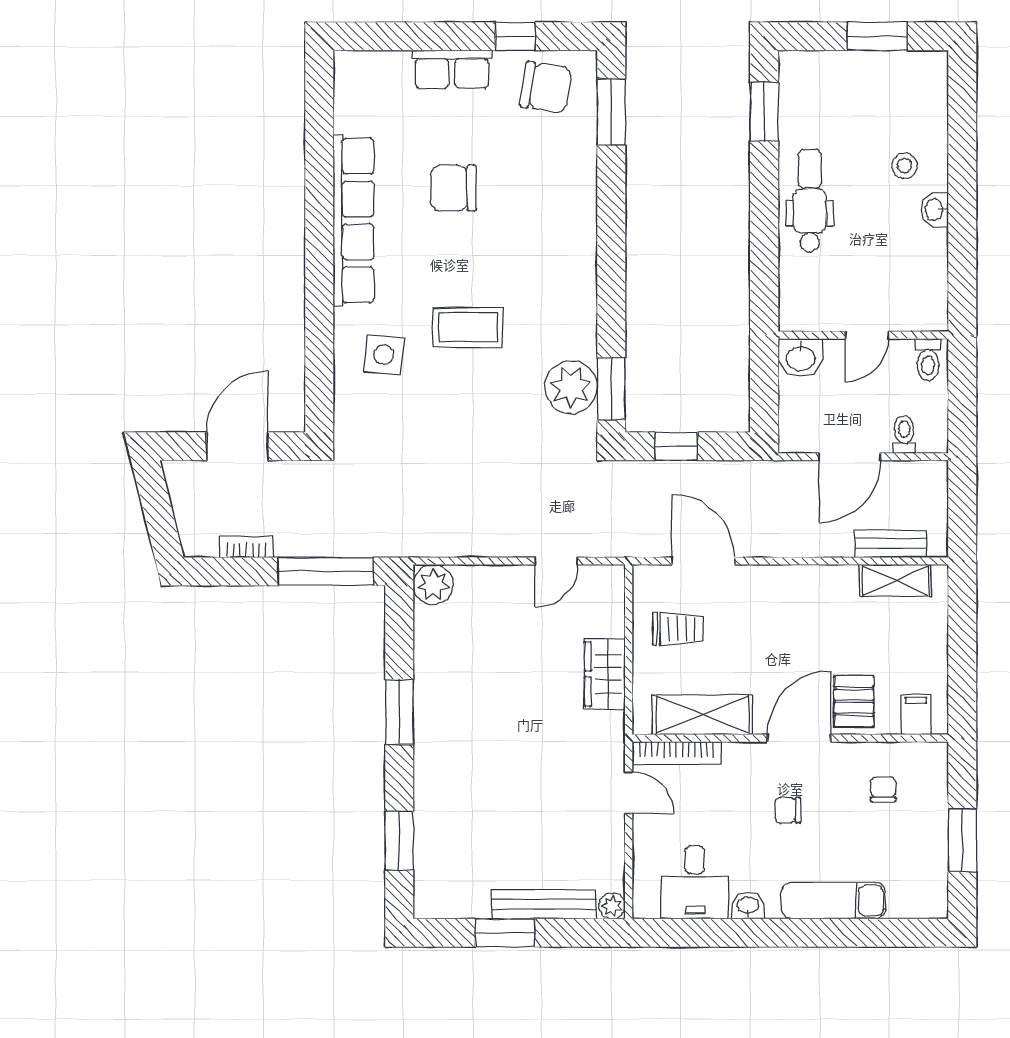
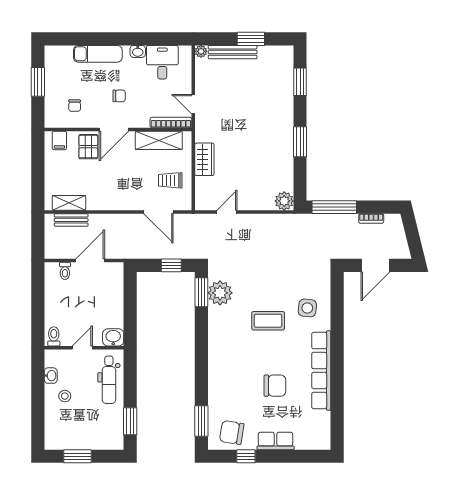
wall: (863, 335) -> (84, 348), moved
door: (867, 335) -> (82, 348), moved
washbasin: (800, 358) -> (113, 337), moved
toilet: (928, 360) -> (54, 336), moved

